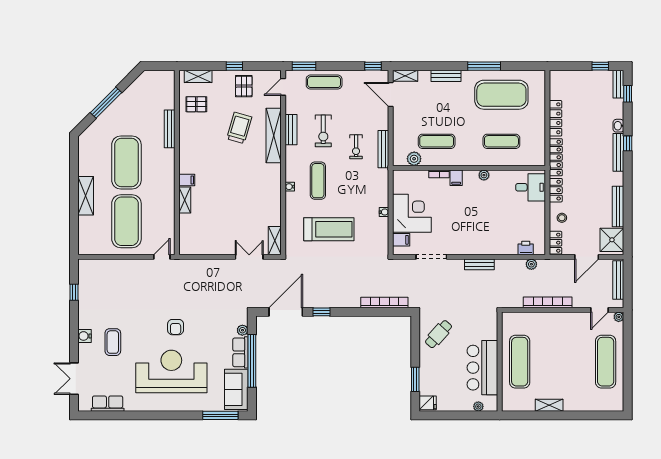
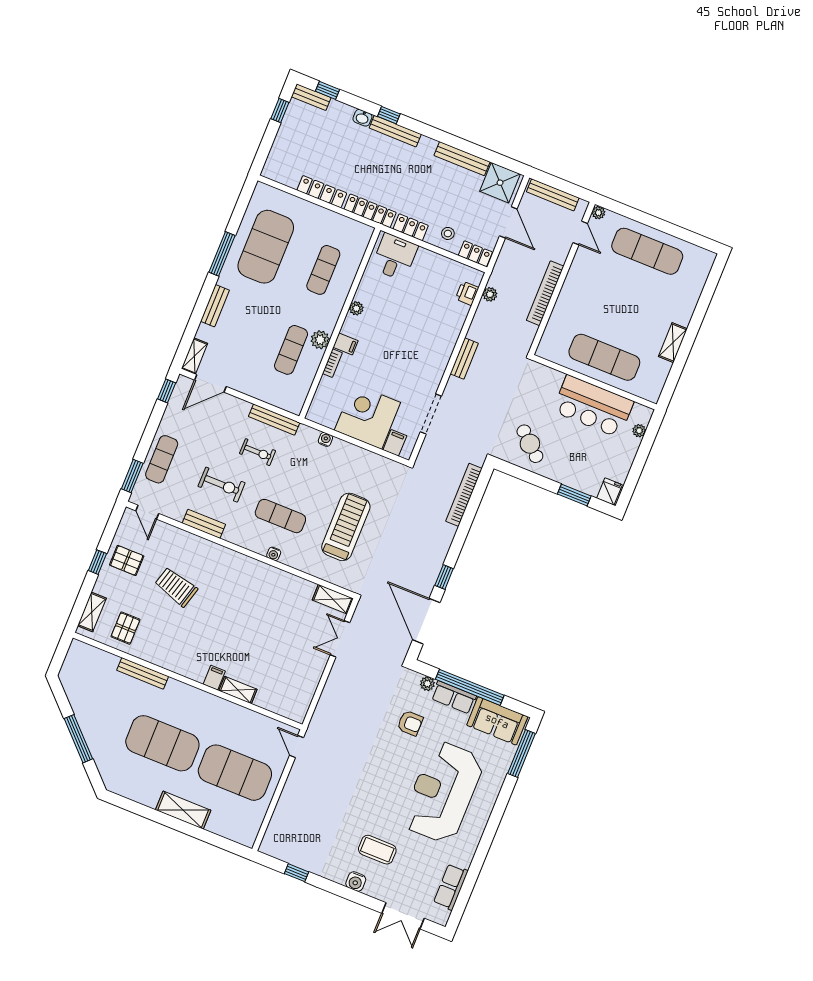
shelving: (274, 136) -> (203, 548), removed
plant: (414, 159) -> (320, 340), moved
water cooler: (384, 212) -> (325, 439), moved
armchair: (176, 327) -> (410, 723), moved

